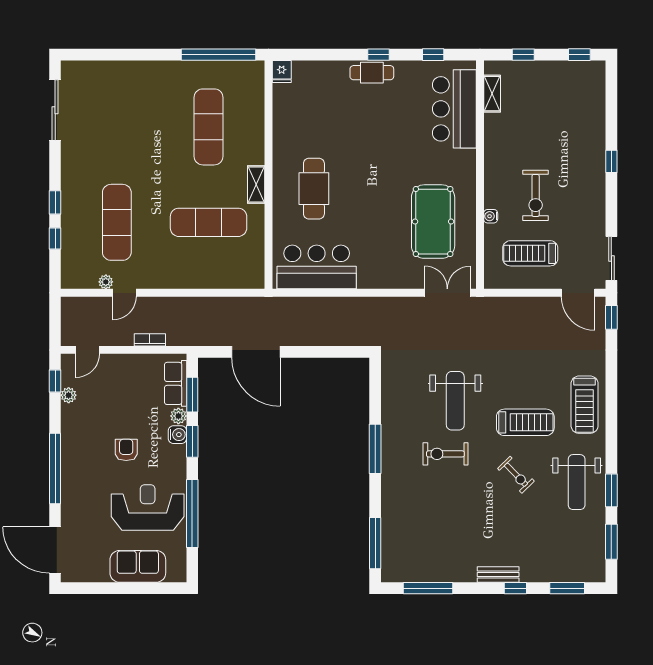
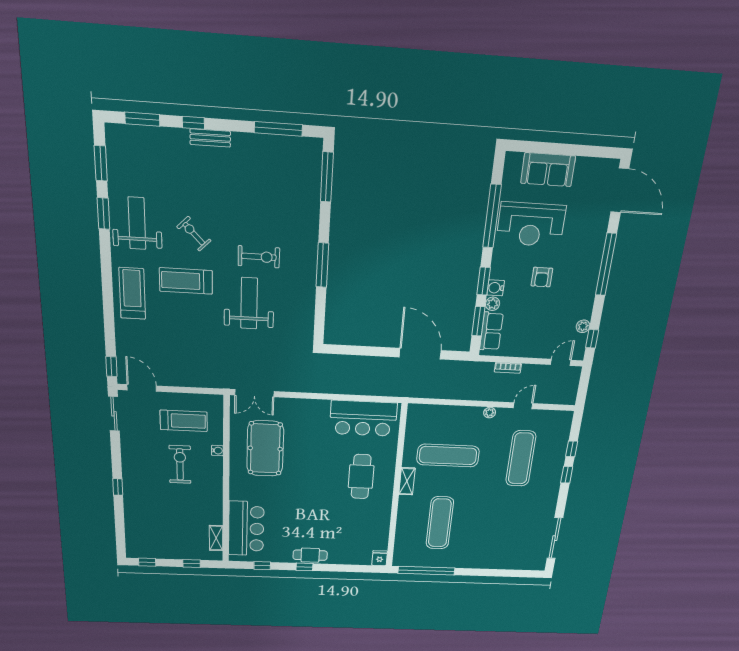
plant: (106, 282) -> (490, 413), moved

